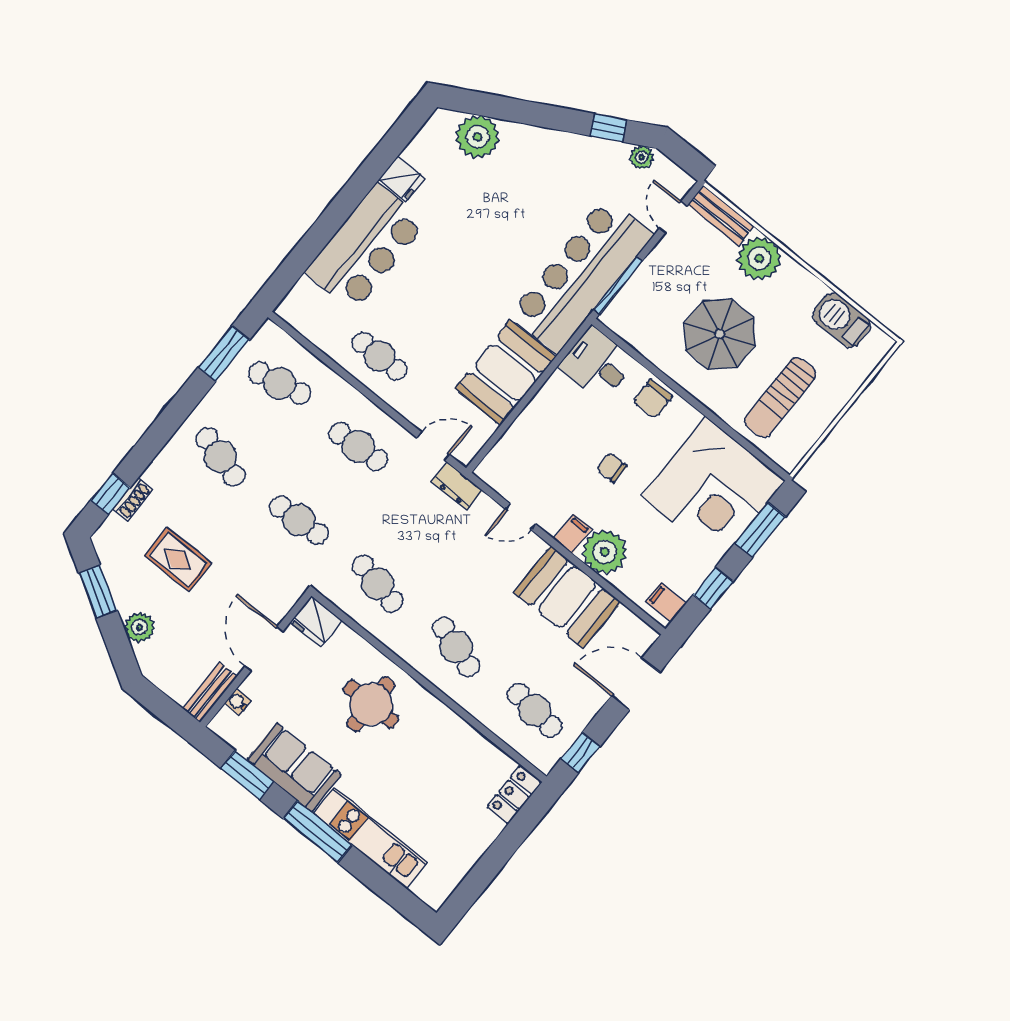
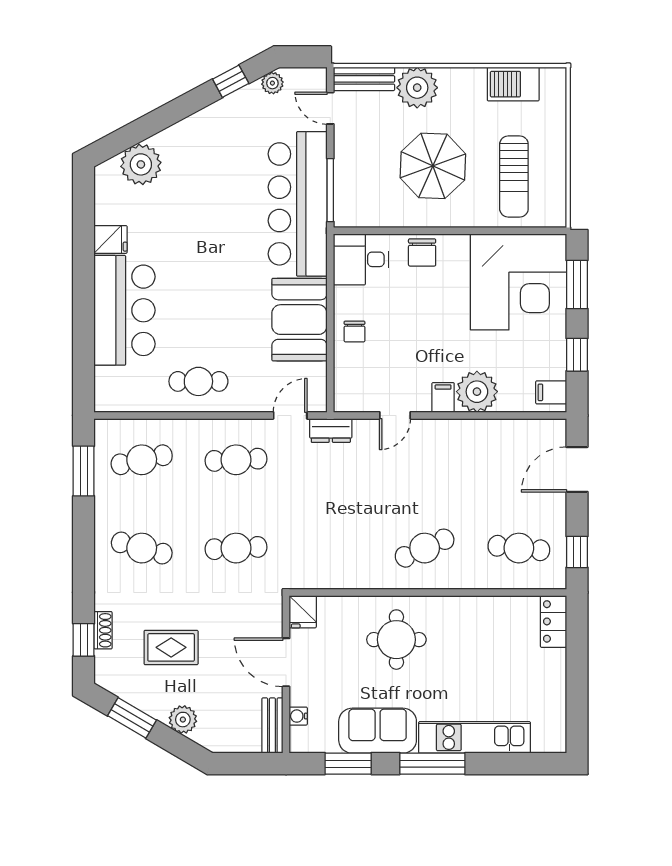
chair: (612, 468) -> (354, 332), moved, turned -90
cafe table: (377, 584) -> (330, 548), removed
booth: (567, 597) -> (476, 447), removed
fridge: (316, 622) -> (303, 612), width x0.72
cafe table: (456, 647) -> (425, 548), turned -42

